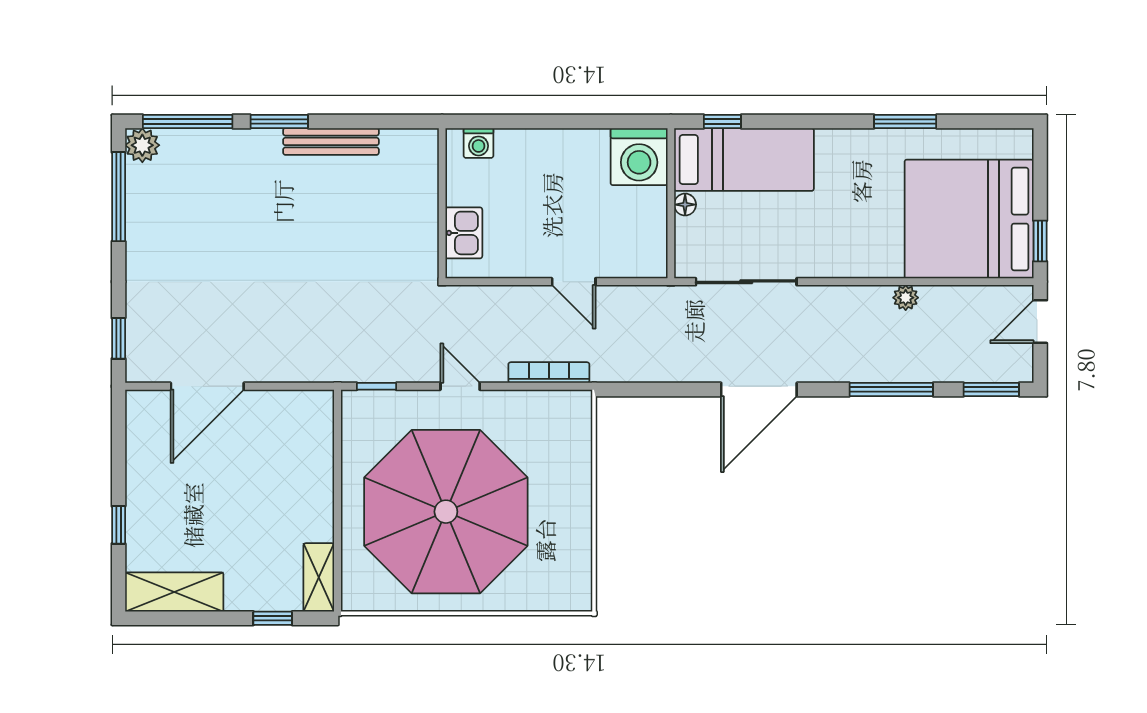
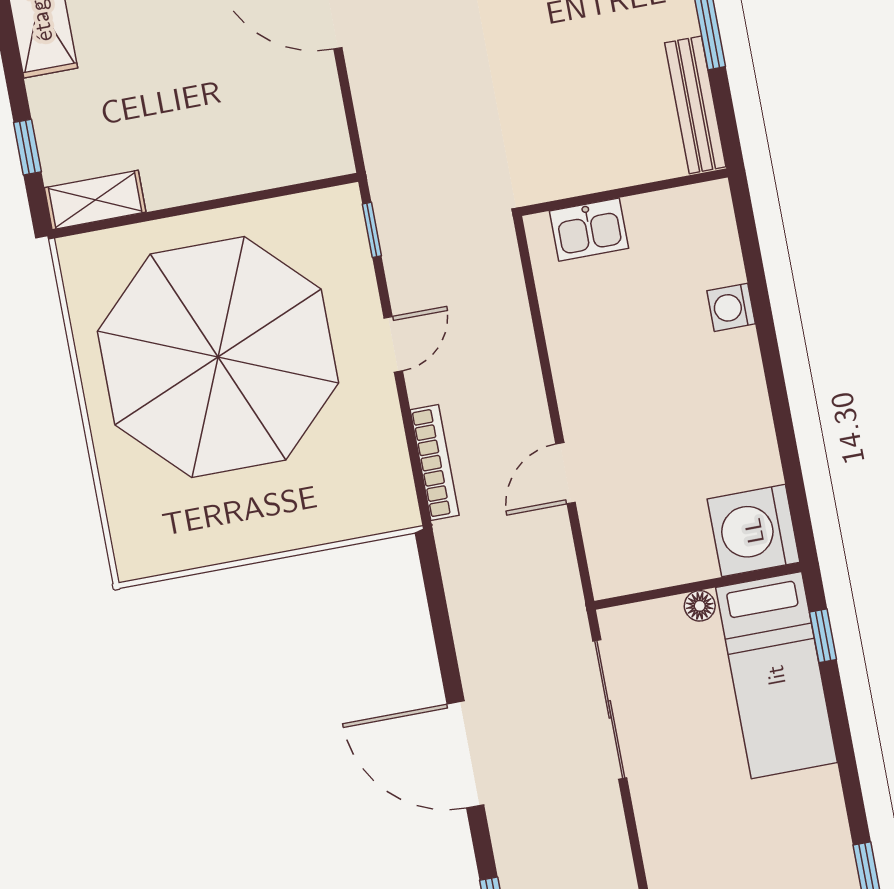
wall: (442, 203) -> (624, 192), moved
kitchen sink: (464, 233) -> (589, 230), moved

